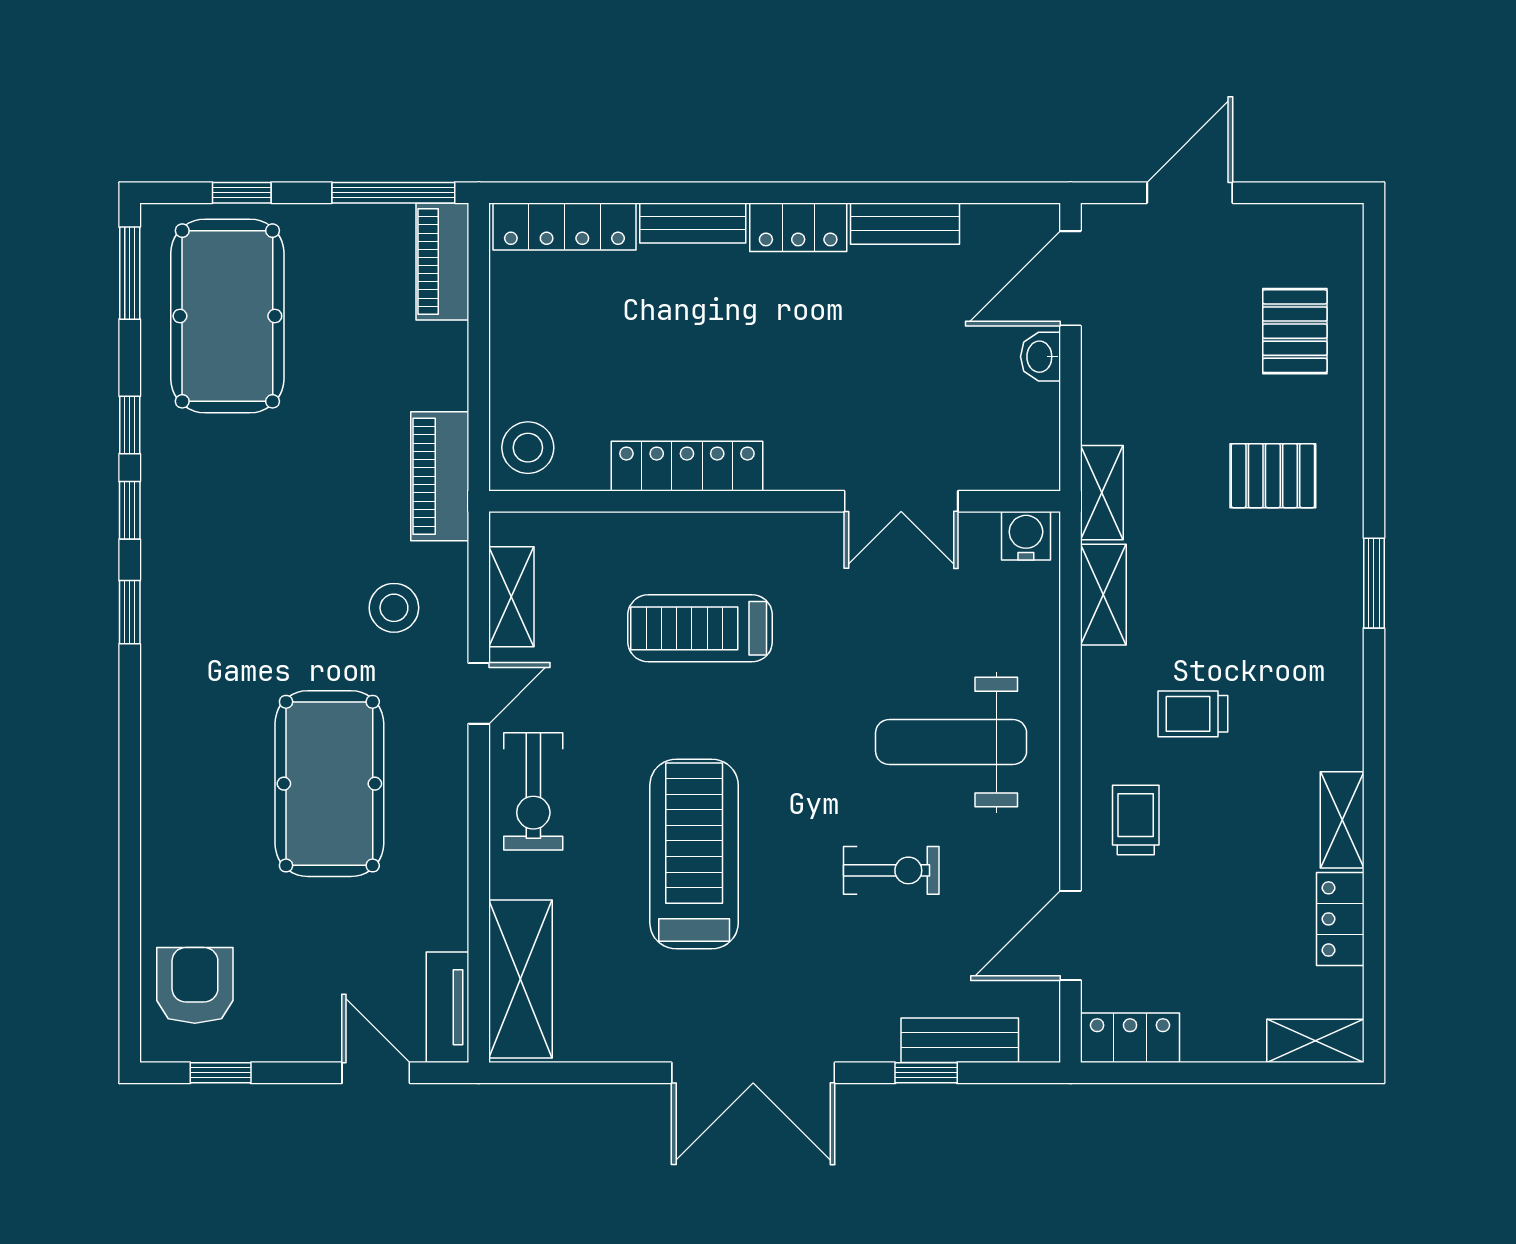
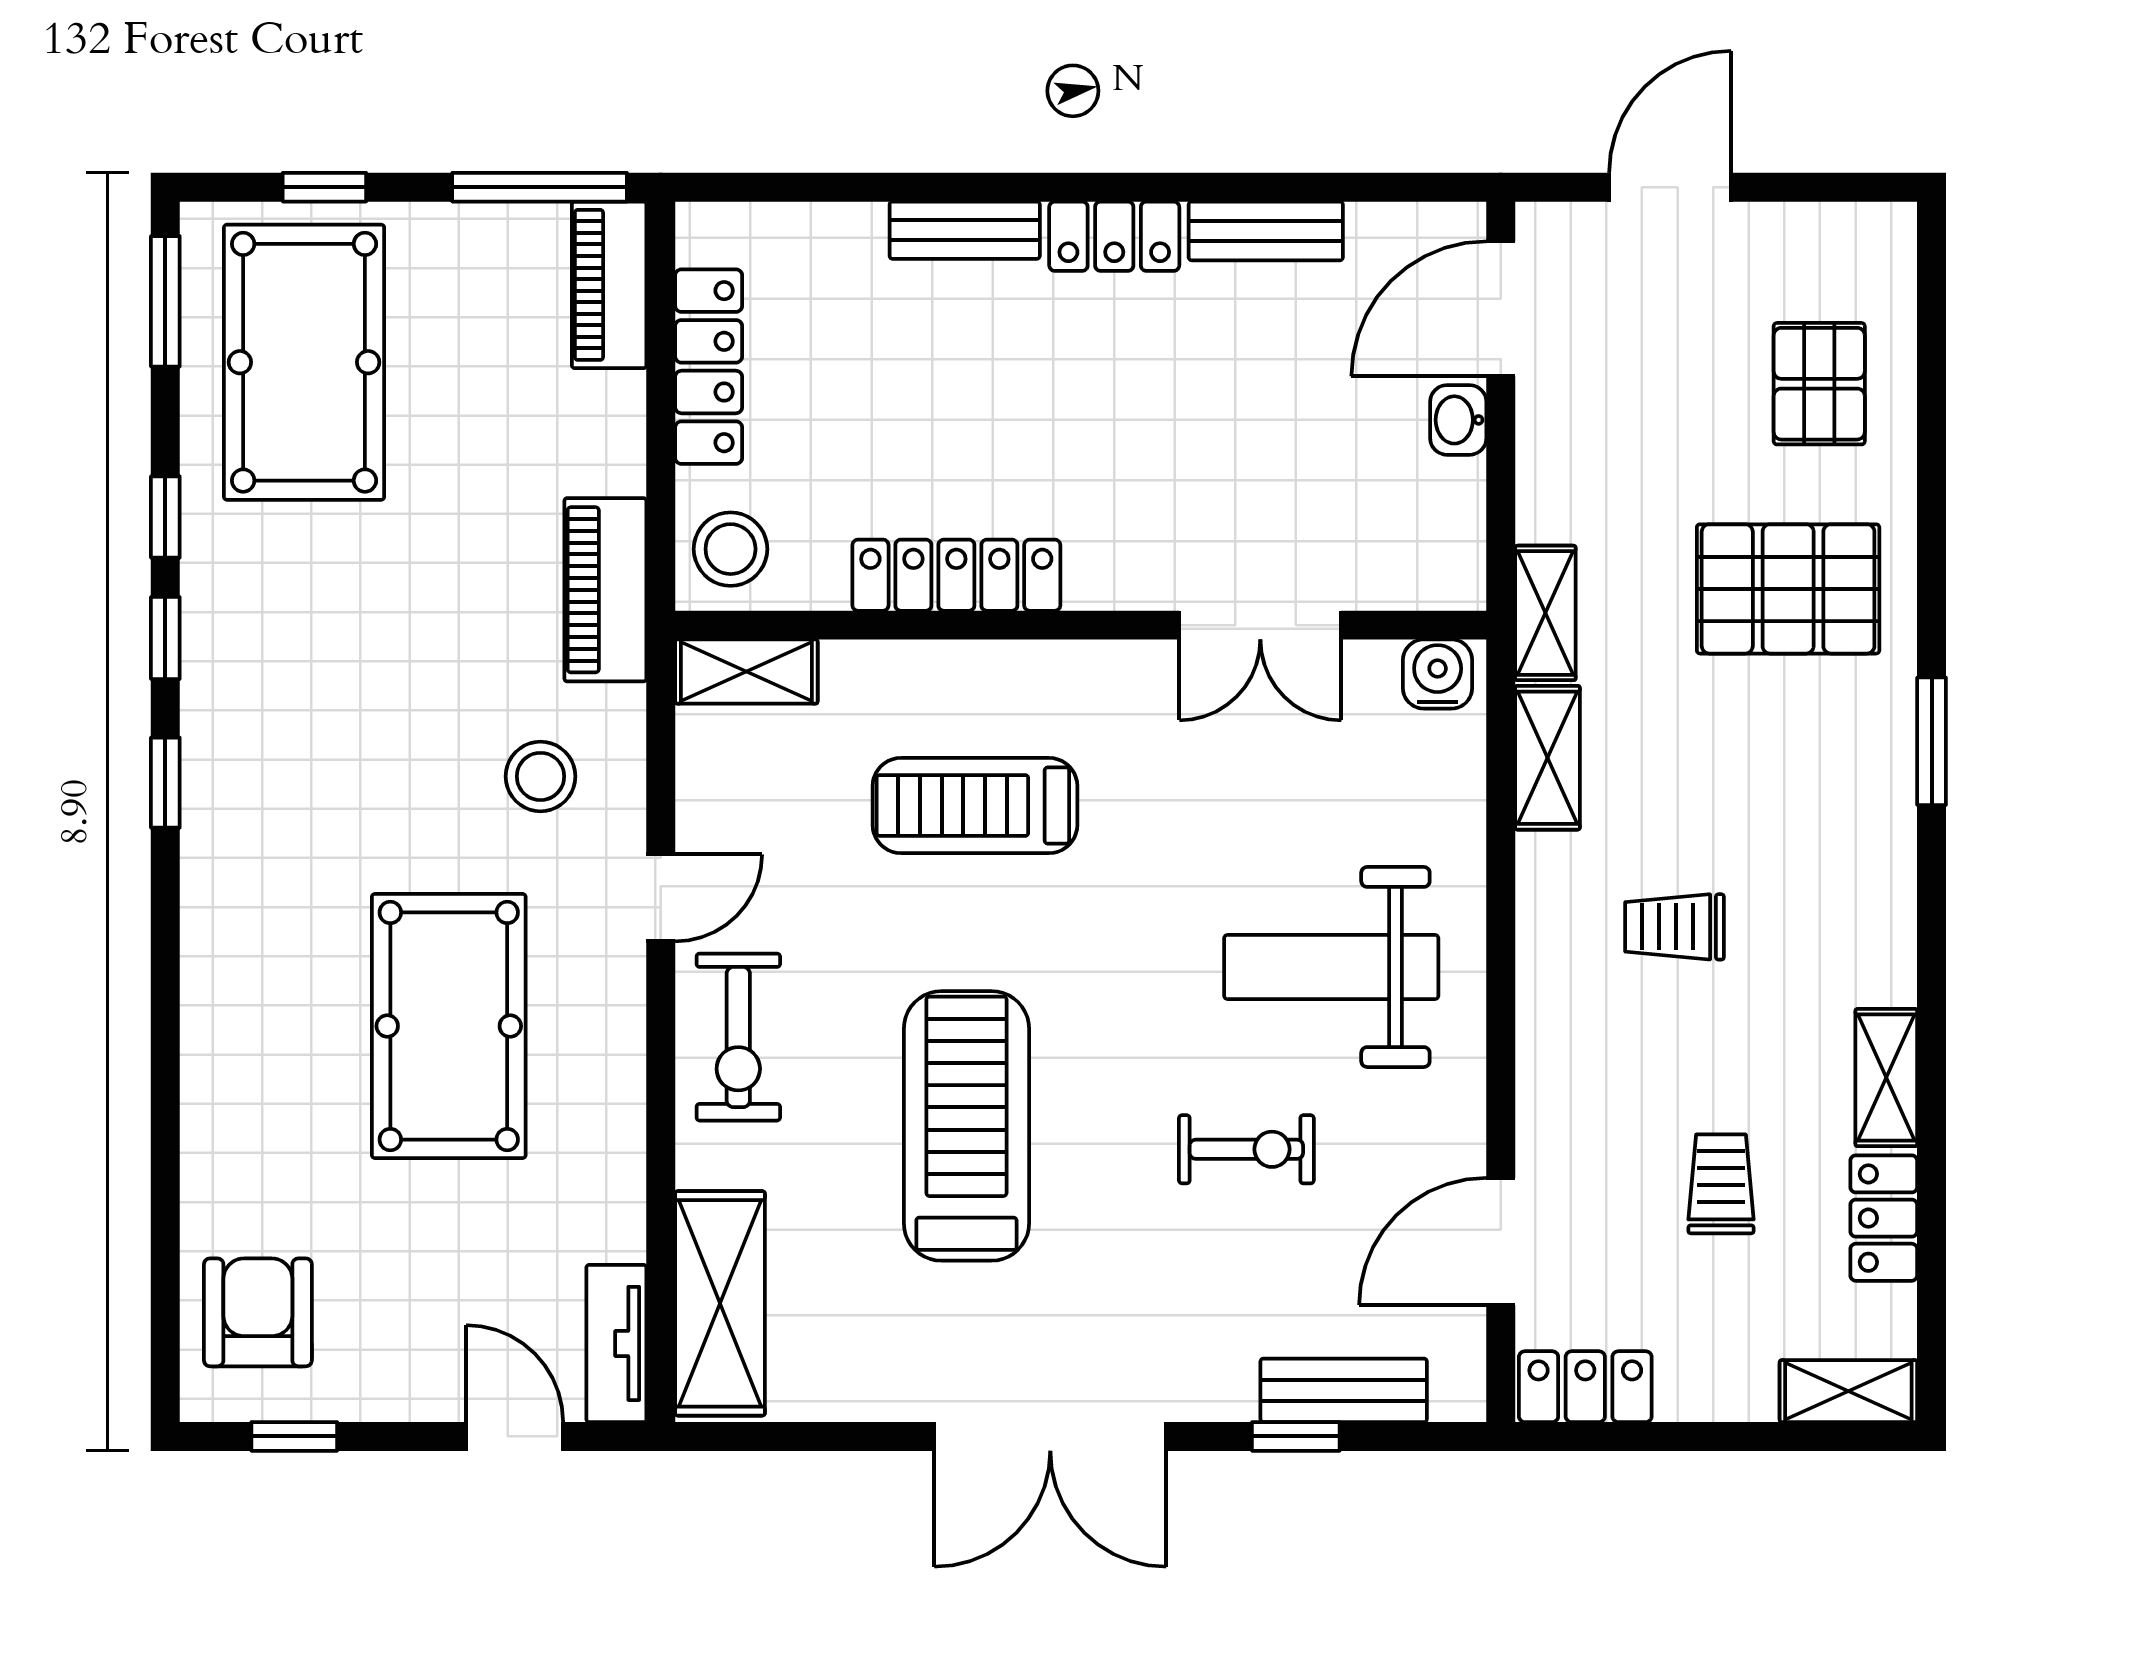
locker: (564, 226) -> (709, 367), moved, turned -90
pallet: (1273, 476) -> (1788, 589), width x1.50, depth x1.42
shelving: (511, 597) -> (746, 672), moved, turned 90
trolley: (1136, 820) -> (1721, 1184), moved

